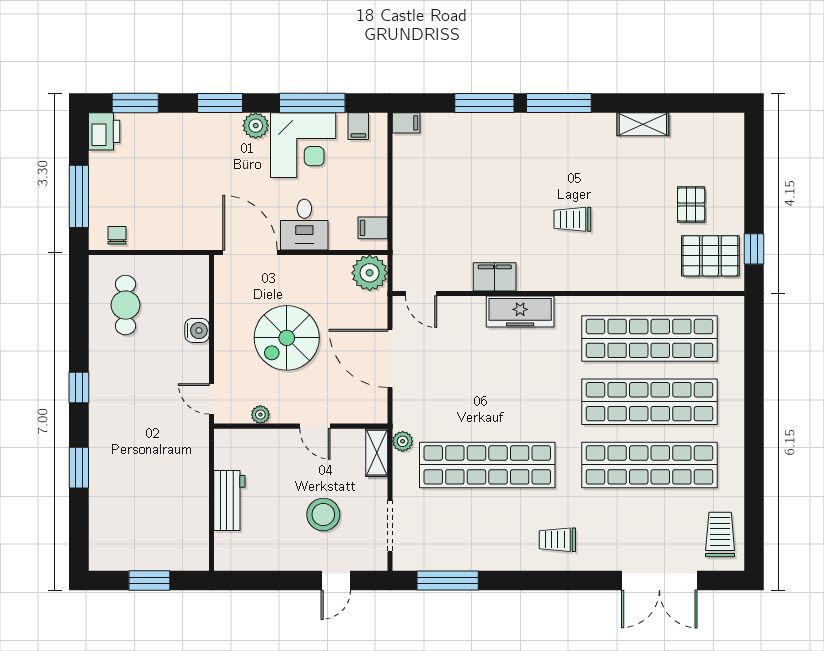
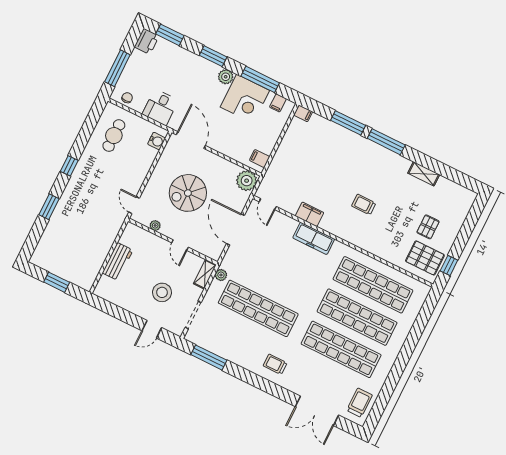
desk: (304, 225) -> (160, 107), moved
water cooler: (197, 330) -> (157, 141), moved

